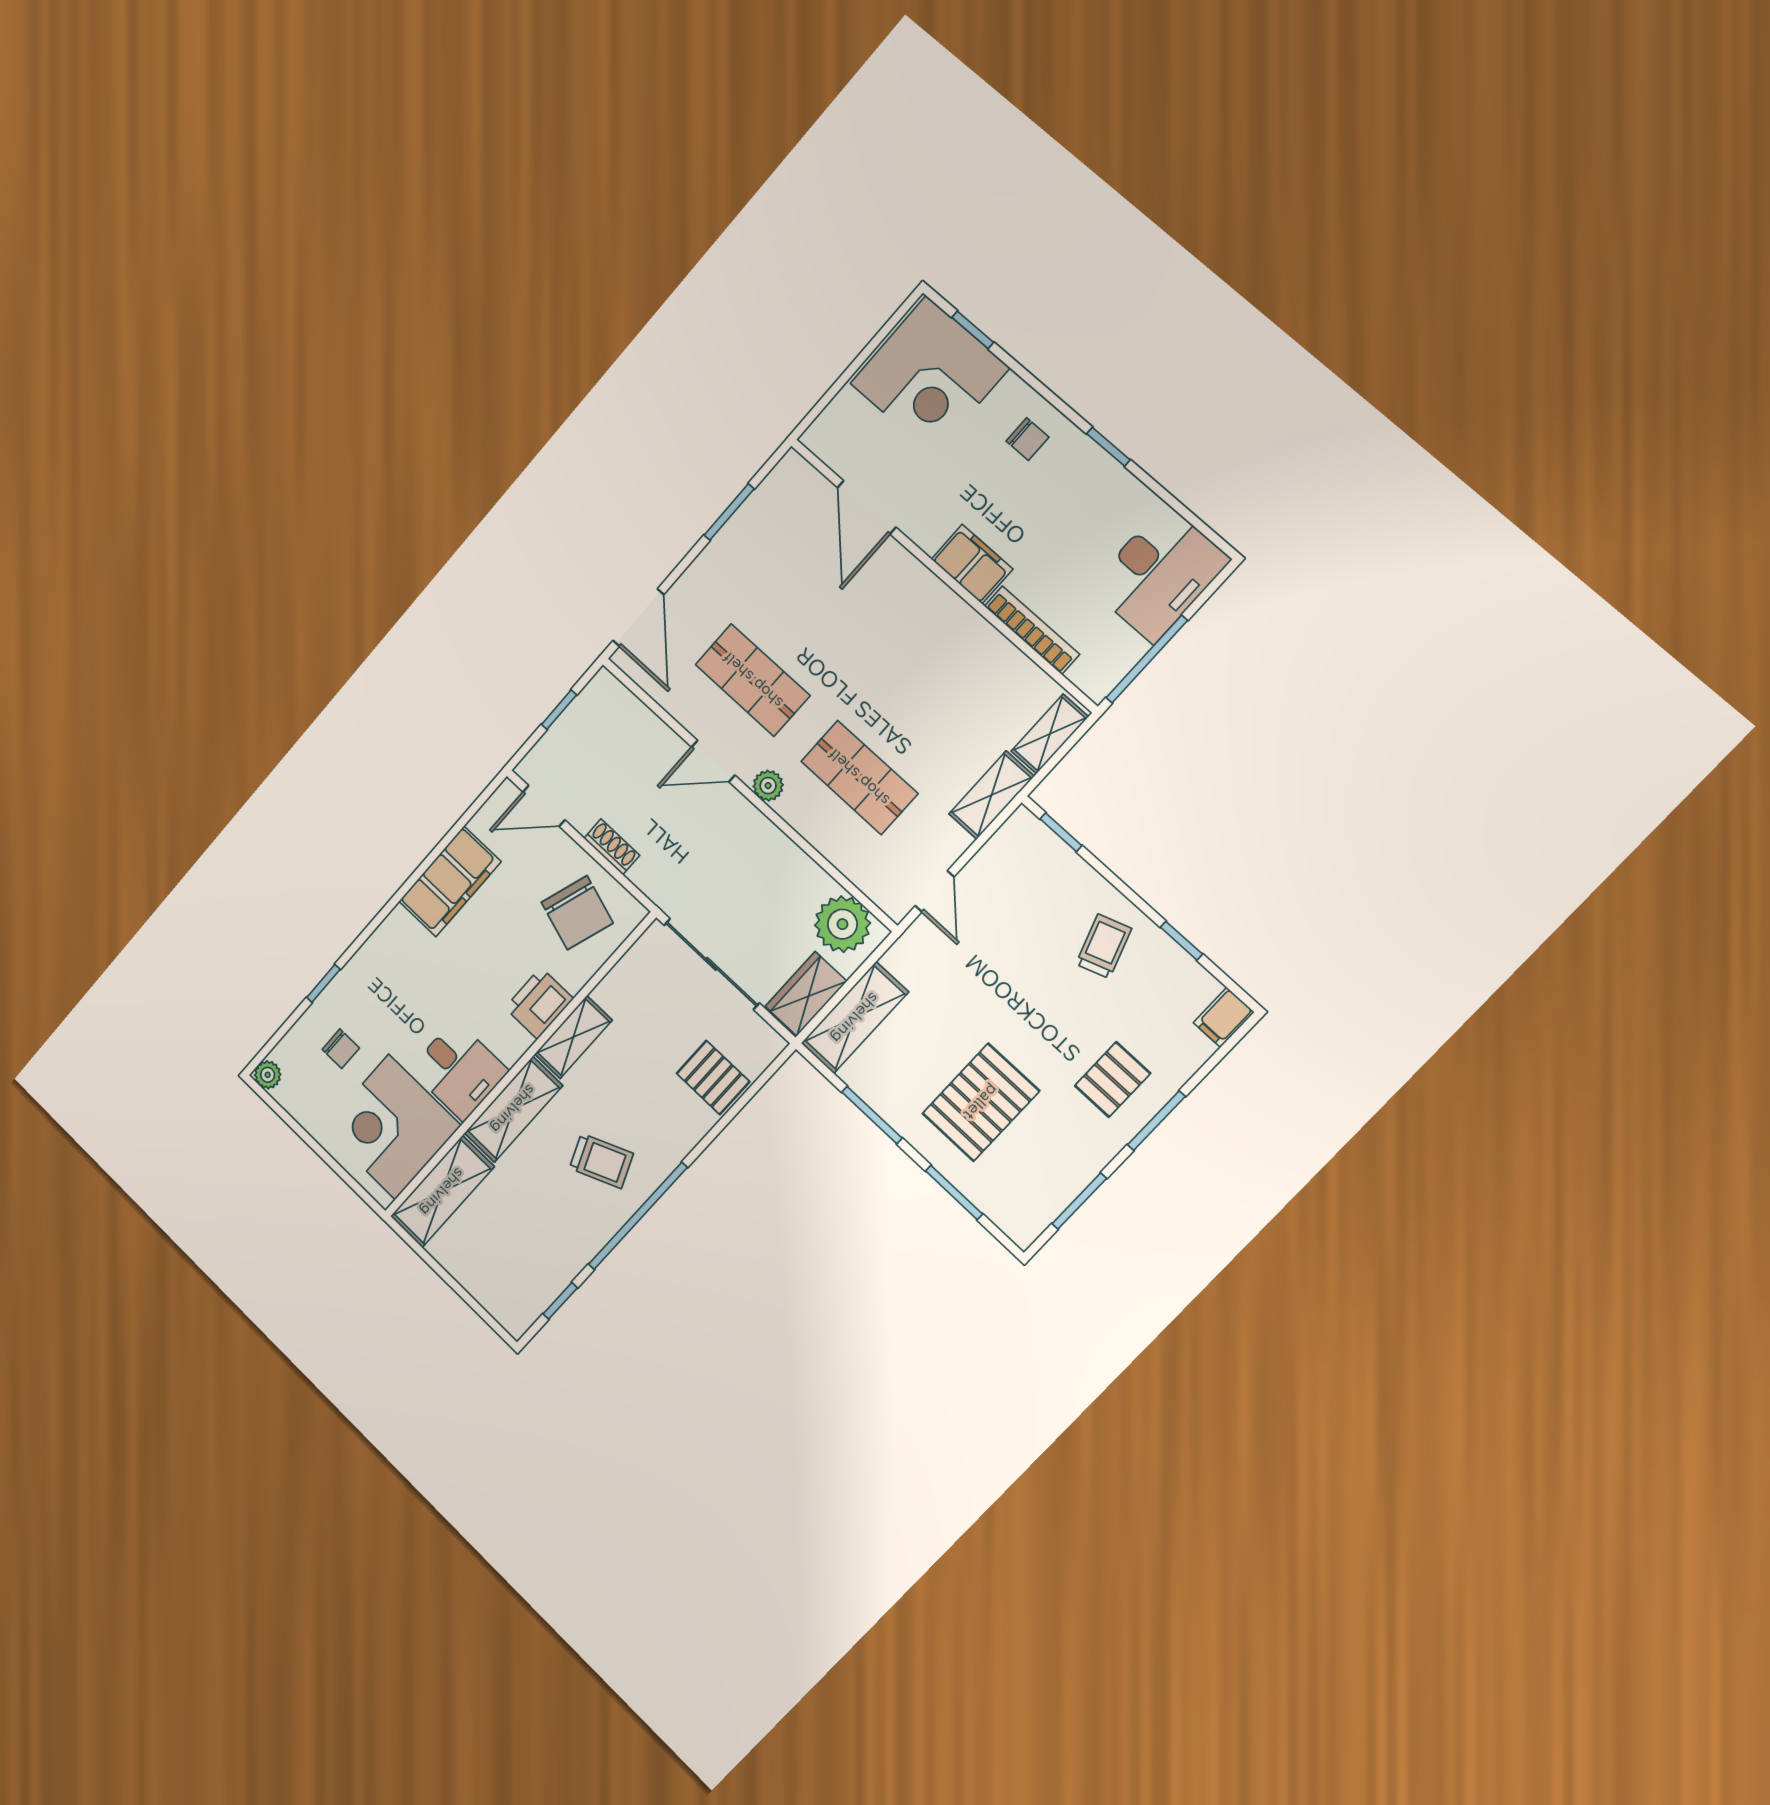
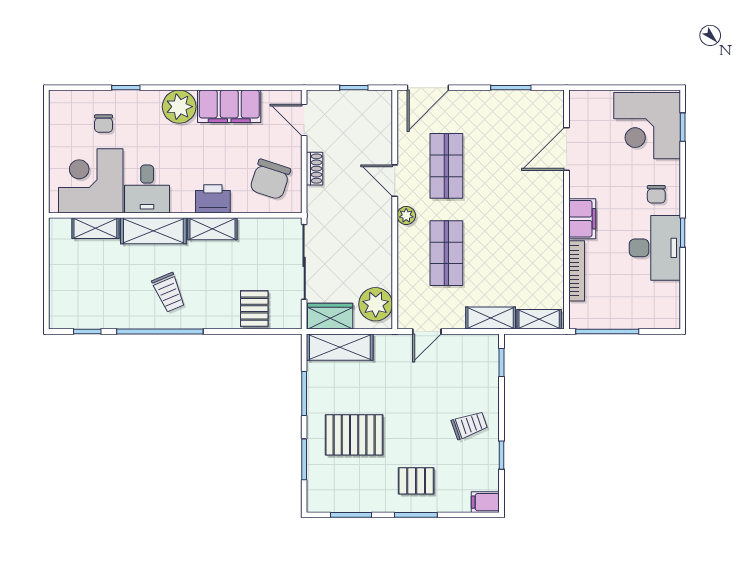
desk: (1159, 573) -> (655, 248), moved, turned -90
plant: (268, 1075) -> (179, 107), moved, width x1.88, depth x1.88
shelving: (442, 1192) -> (95, 228), width x0.67, depth x0.75

